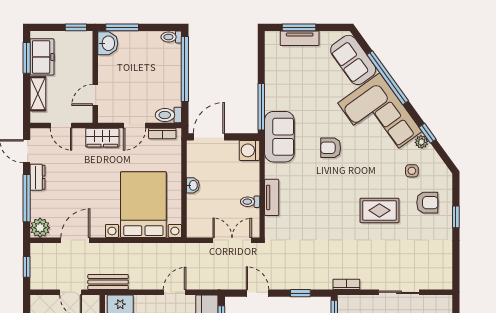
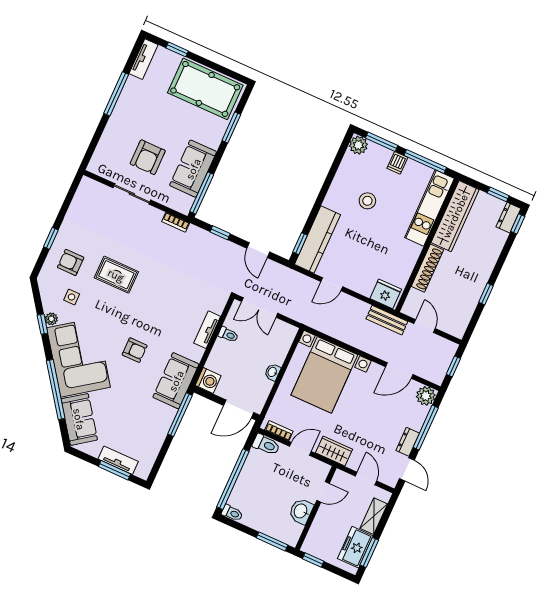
washbasin: (108, 43) -> (301, 511), moved

